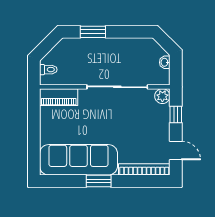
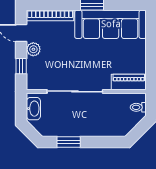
window: (93, 32) -> (69, 142), moved
washbasin: (165, 62) -> (33, 109), width x1.91, depth x1.45
plant: (162, 96) -> (33, 49), moved

